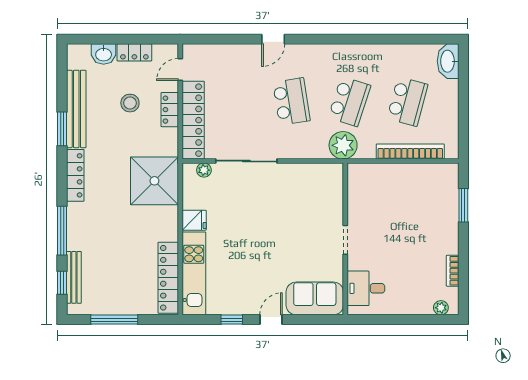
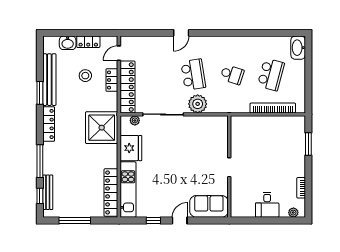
school desk: (349, 101) -> (232, 75), width x0.54
plant: (343, 145) -> (198, 104), moved
fridge: (194, 220) -> (131, 148), width x1.88, depth x1.34
desk: (366, 288) -> (267, 205), moved, turned -90

